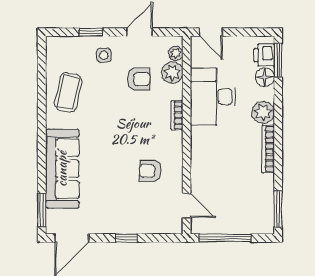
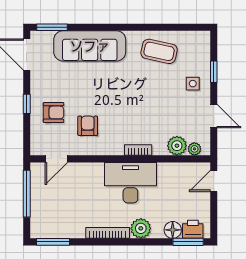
armchair: (139, 79) -> (54, 112), moved, turned -90
desk: (213, 97) -> (130, 183), moved

